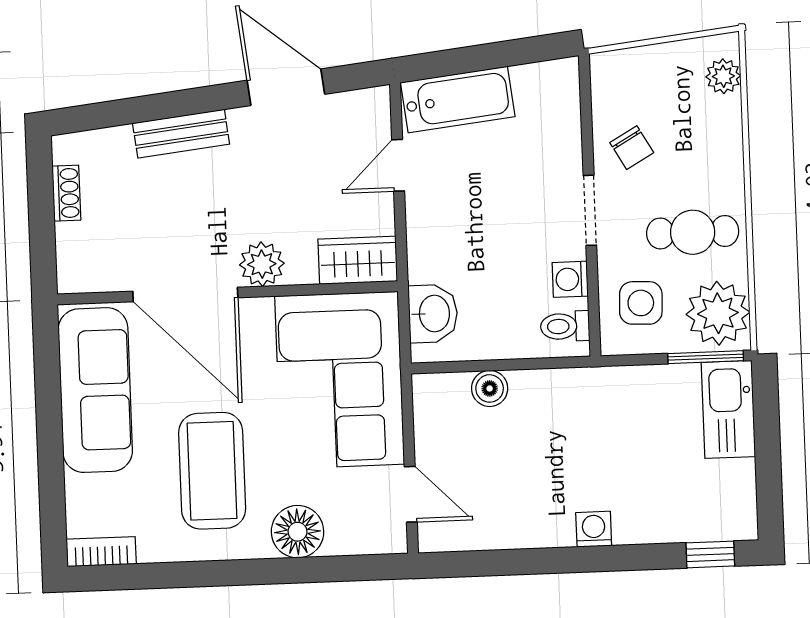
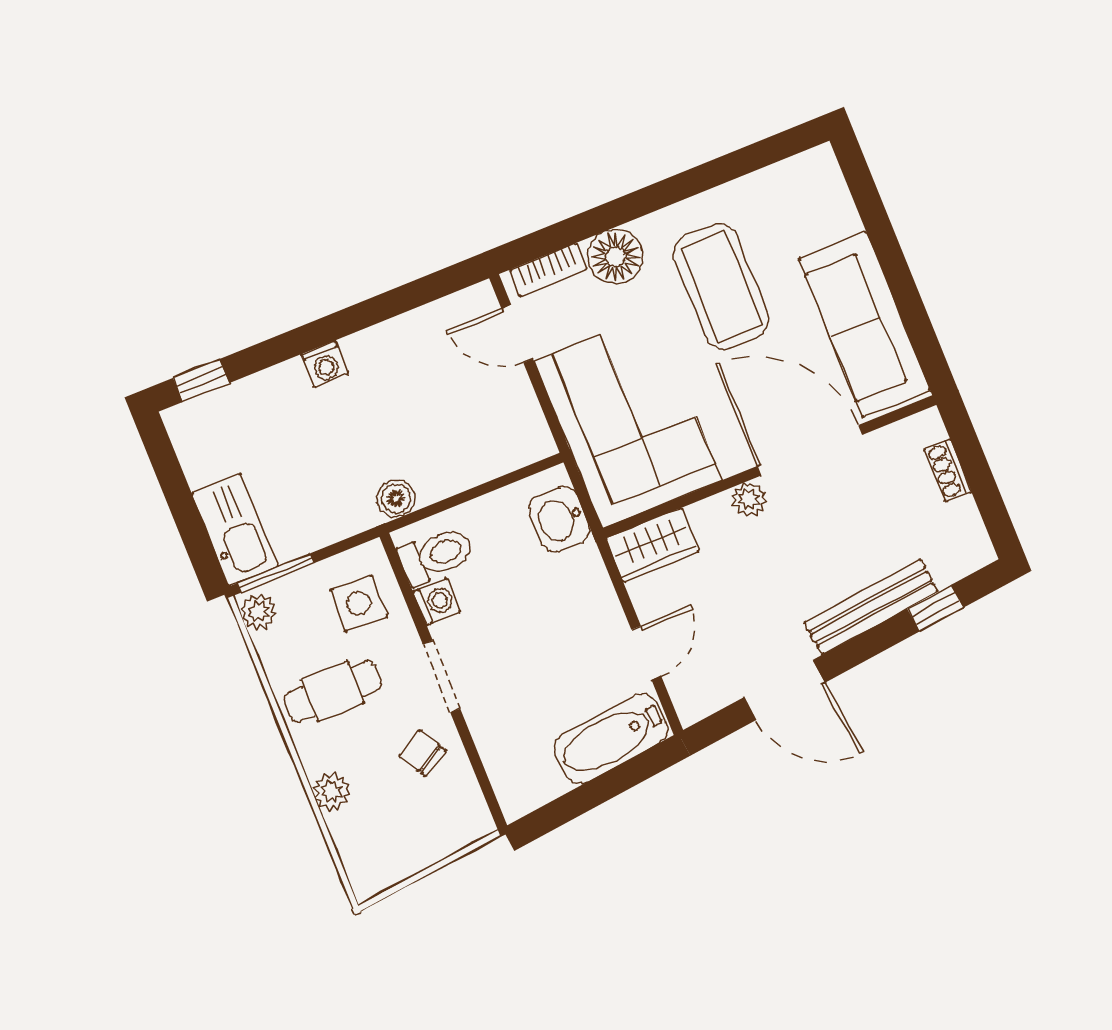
plant: (723, 76) -> (332, 791), moved
window: (124, 112) -> (935, 608), added
bench: (181, 134) -> (871, 607), width x1.36
shoe rack: (66, 193) -> (948, 470), moved
plant: (262, 264) -> (749, 499), width x0.73, depth x0.73
plant: (718, 313) -> (259, 612), width x0.53, depth x0.53
toilet: (565, 326) -> (436, 555), width x1.37, depth x1.39
boiler: (490, 388) -> (396, 498), moved
bookcase: (101, 552) -> (548, 270), moved

